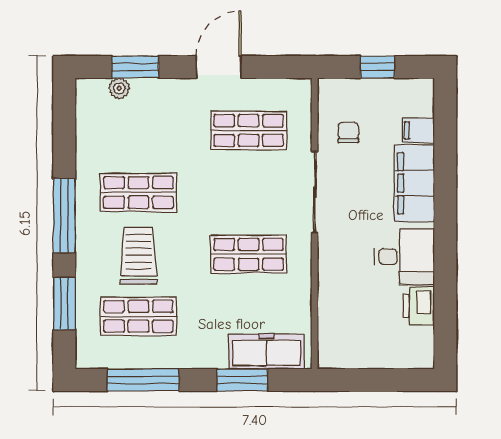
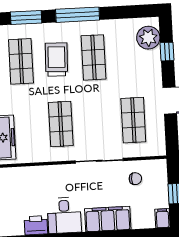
window: (135, 67) -> (167, 52), width x0.67
plant: (119, 88) -> (148, 38), width x1.87, depth x1.87
filing cabinet: (418, 130) -> (163, 218), moved
trolley: (138, 256) -> (56, 59), turned -88

